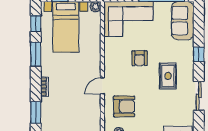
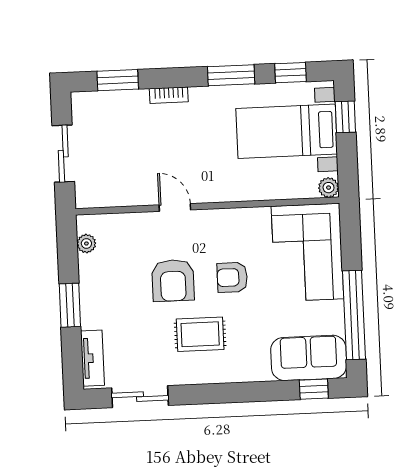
window: (199, 54) -> (314, 389), moved
sliding door: (199, 96) -> (140, 397), moved
armchair: (124, 106) -> (173, 280), moved

